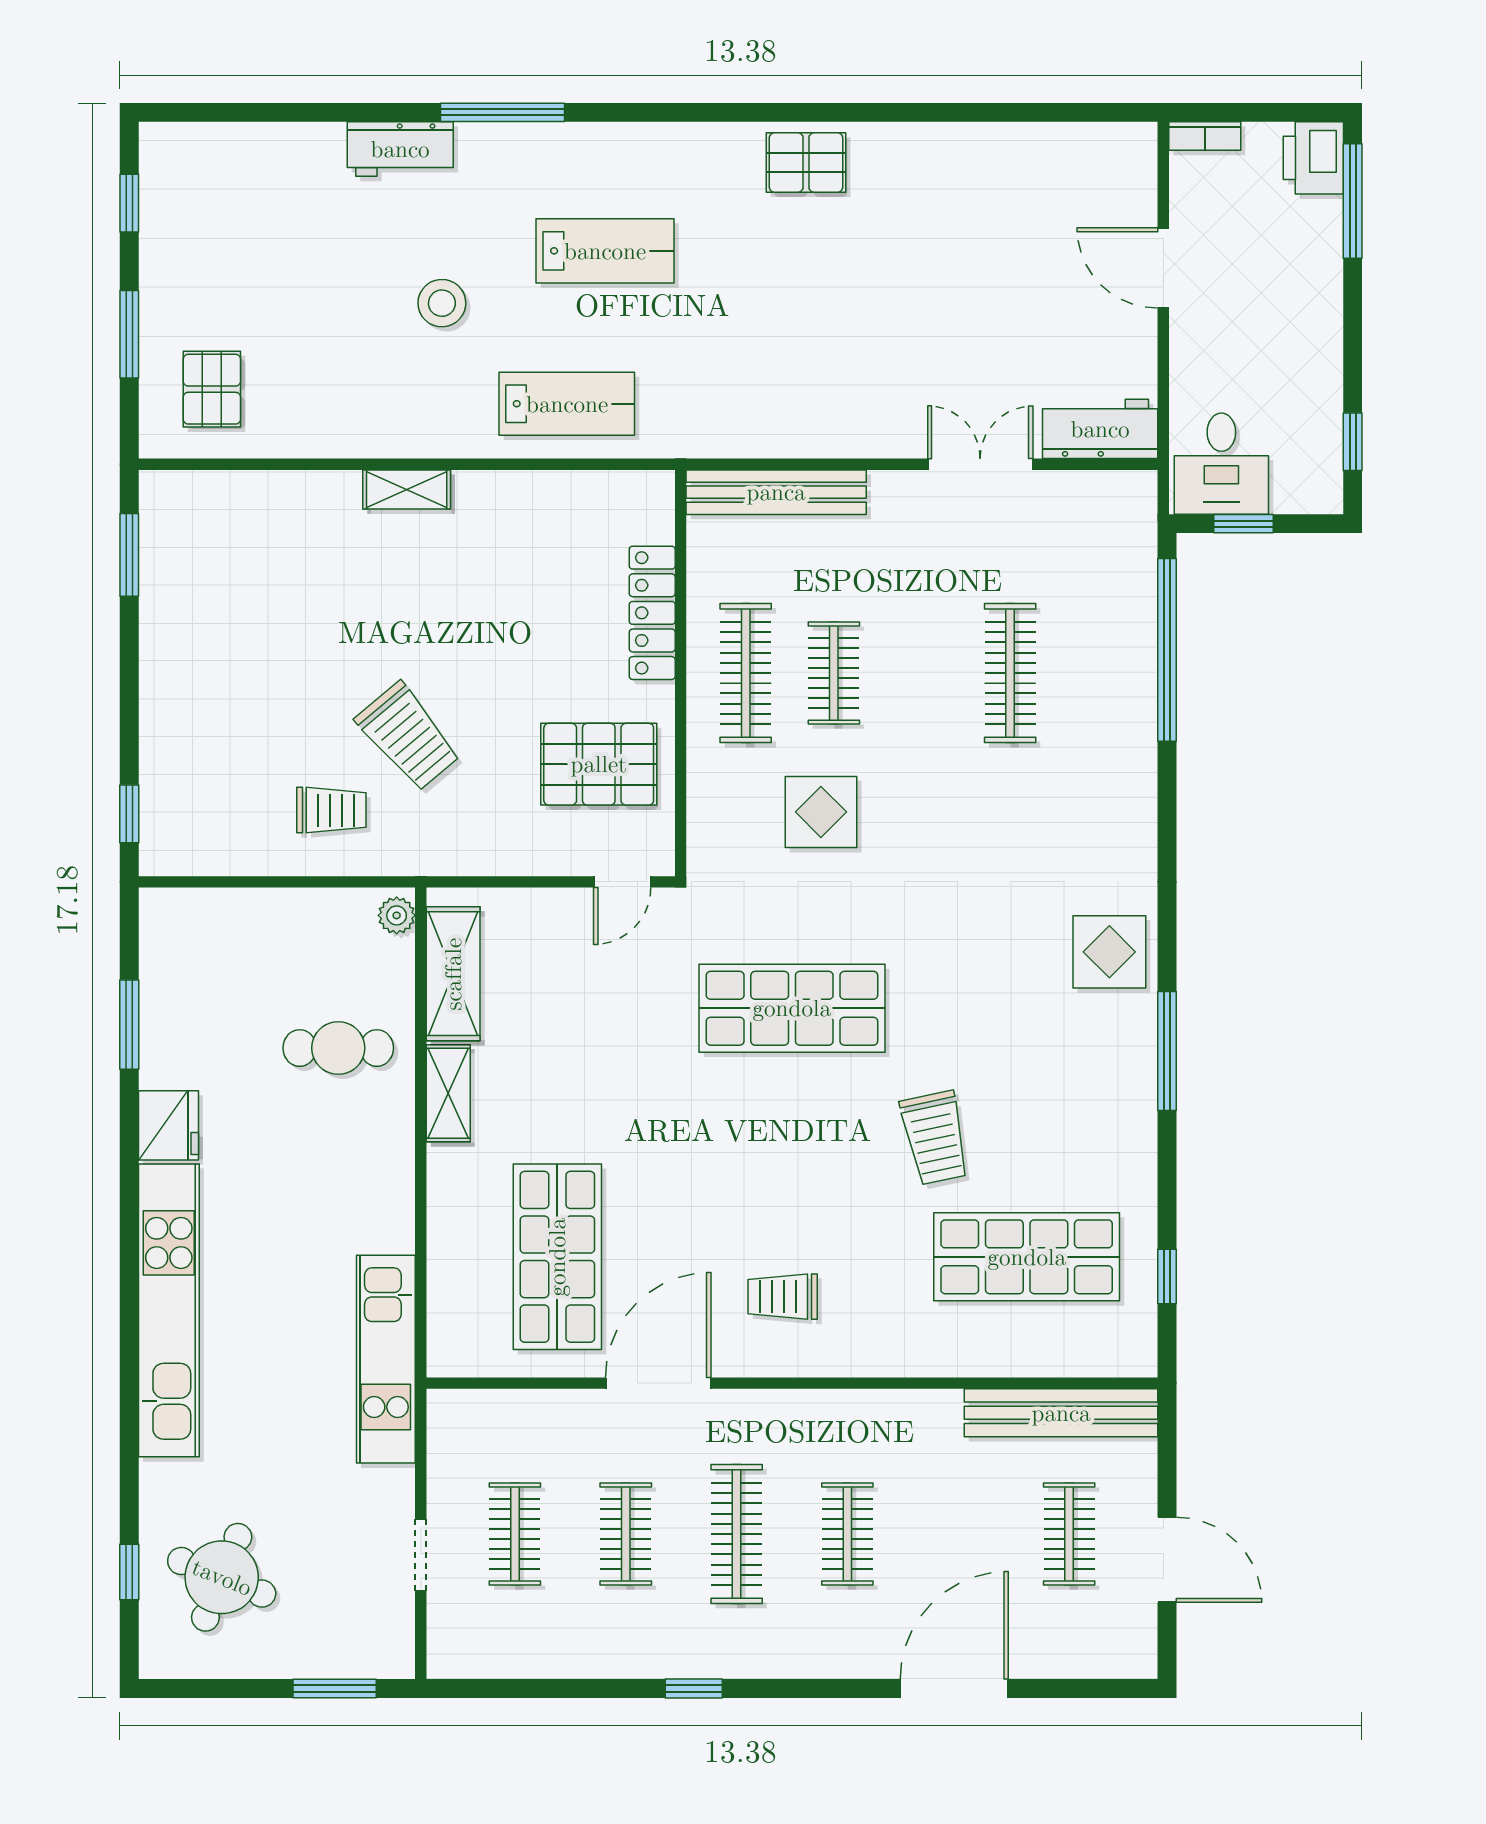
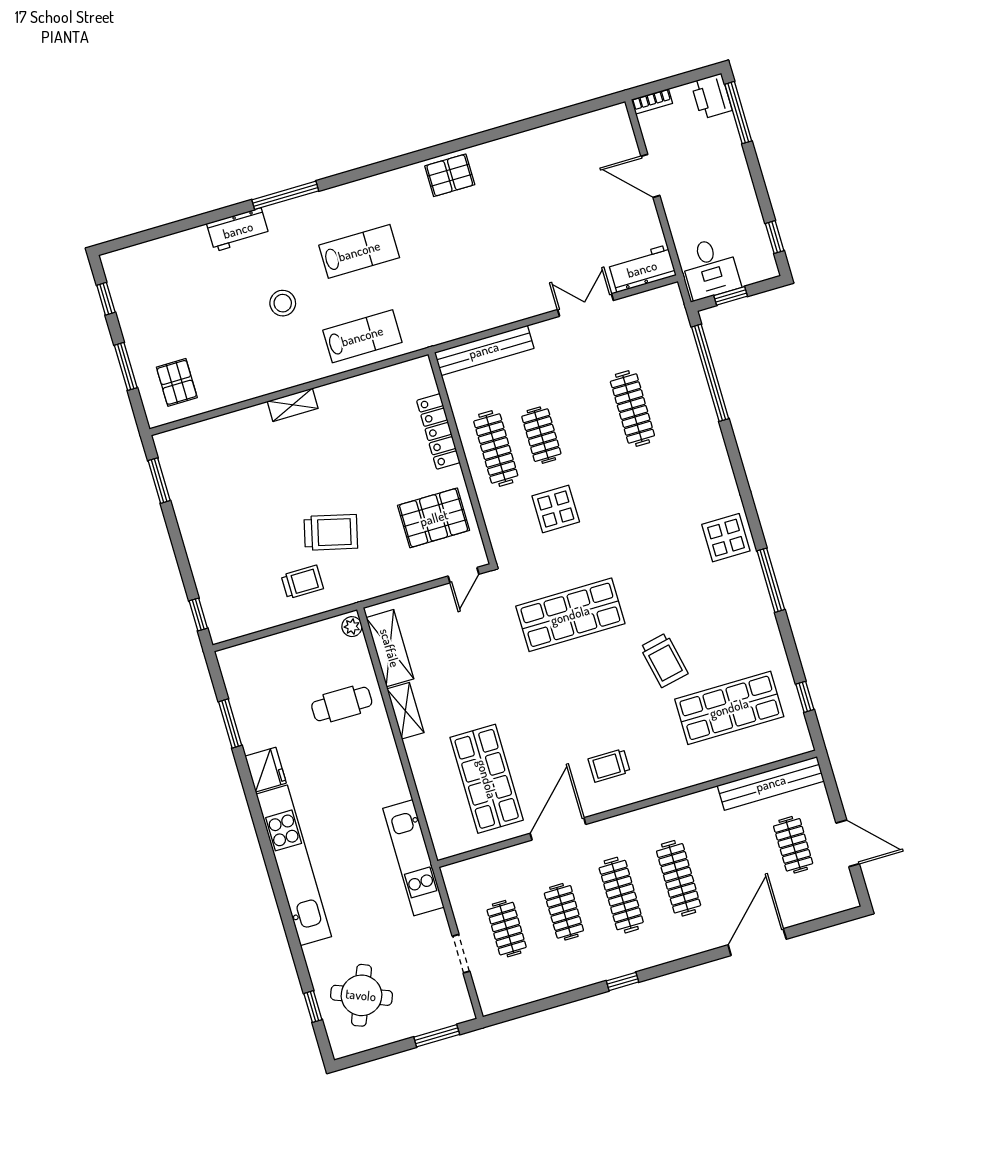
trolley: (408, 737) -> (331, 532), turned -36
clothes rail: (847, 1534) -> (679, 878), width x1.36

